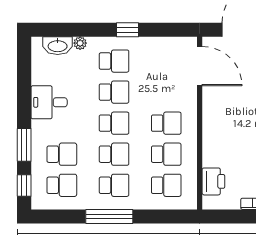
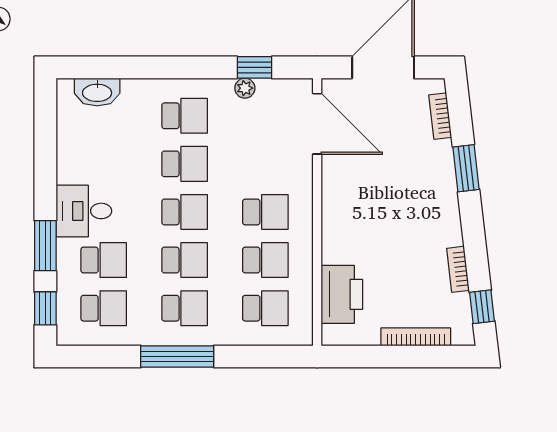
window: (128, 30) -> (254, 67), moved
plant: (80, 43) -> (245, 88), moved
desk: (49, 102) -> (84, 211), moved
printer: (213, 181) -> (342, 294), width x1.37, depth x1.19

